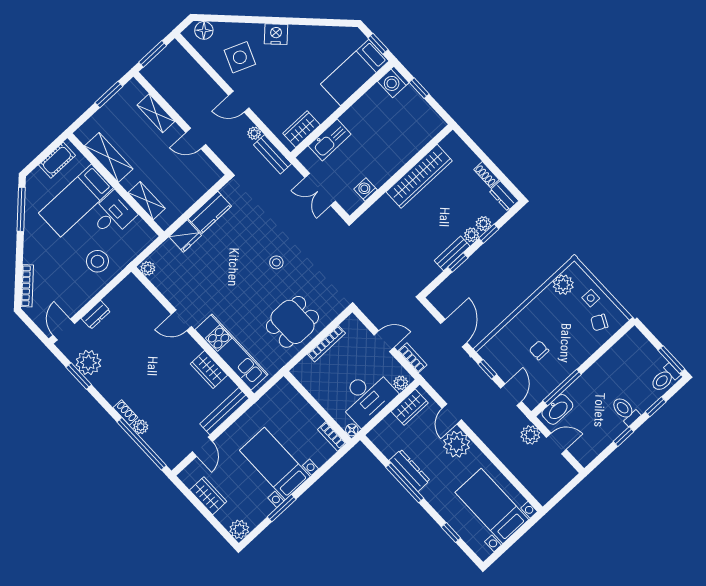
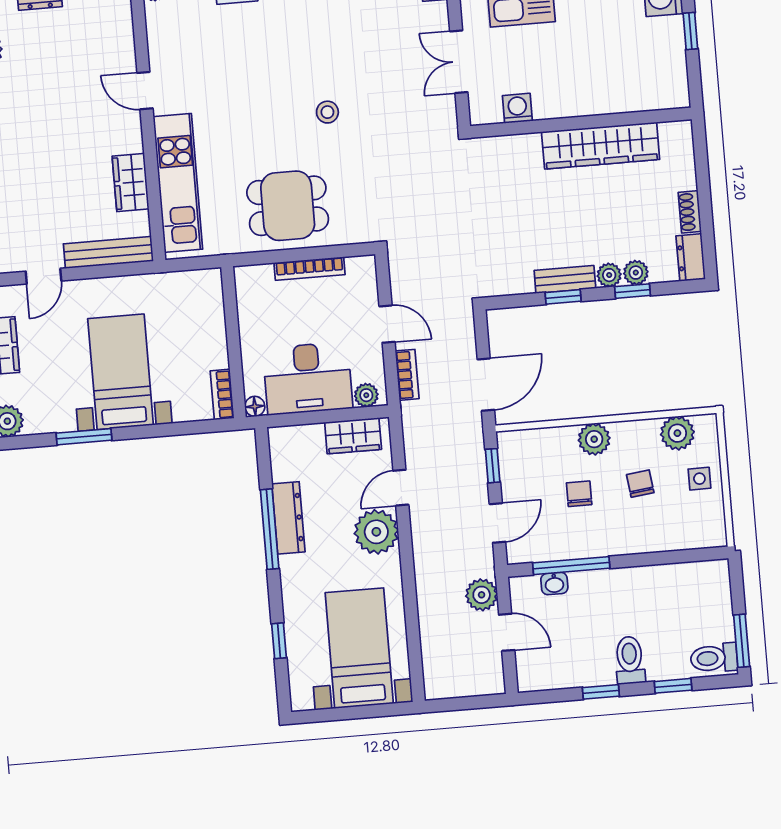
plant: (526, 319) -> (594, 439), added
chair: (599, 322) -> (640, 484), moved, turned 56
washbasin: (557, 409) -> (554, 584), width x0.52, depth x0.69

